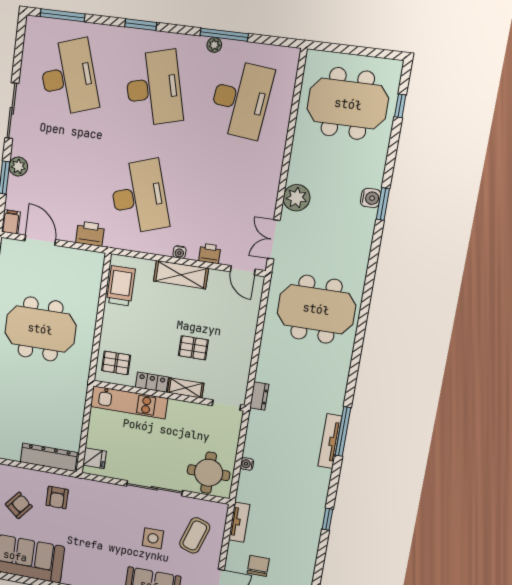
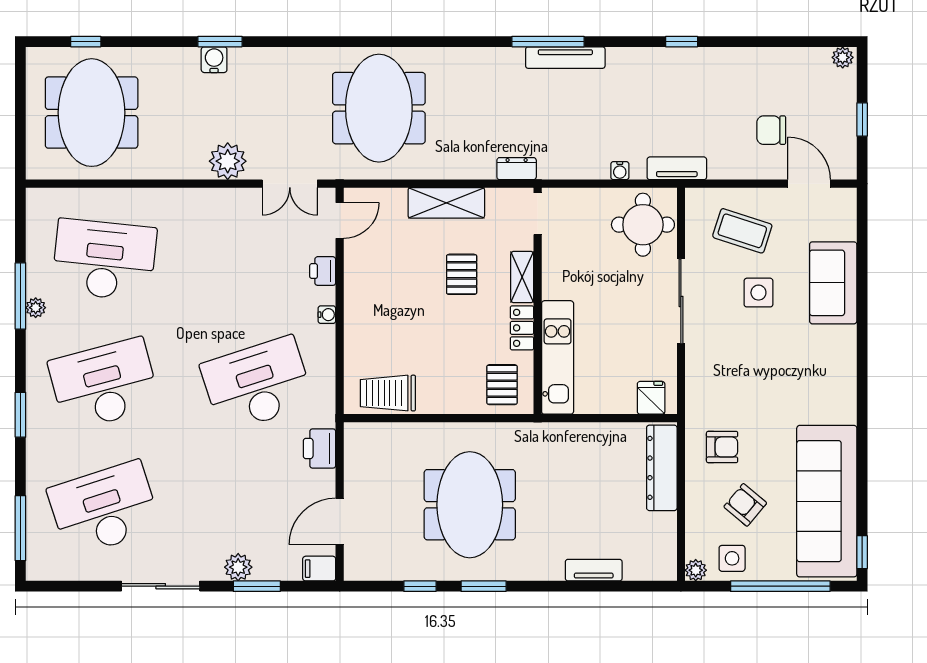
shelving: (181, 275) -> (446, 203), moved, turned 90
tv unit: (239, 522) -> (677, 168), moved

